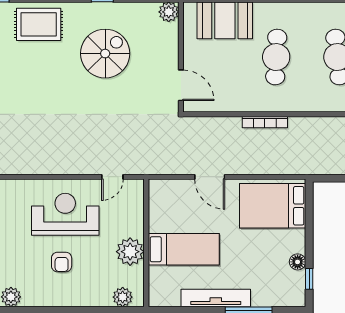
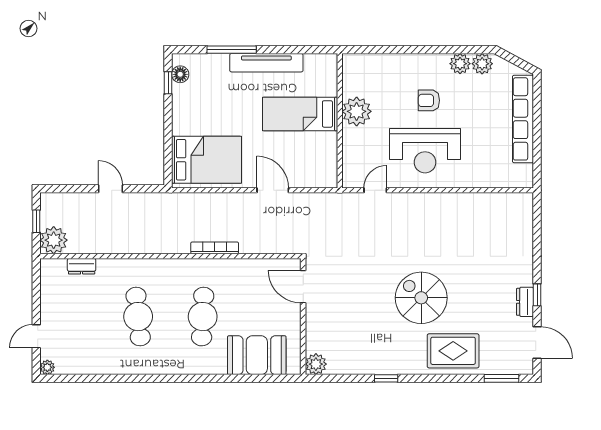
spiral stairs: (105, 54) -> (421, 298), moved, turned 90
armchair: (62, 262) -> (429, 100), turned -90
floor lamp: (298, 262) -> (180, 74), moved
plant: (123, 297) -> (460, 64), moved

